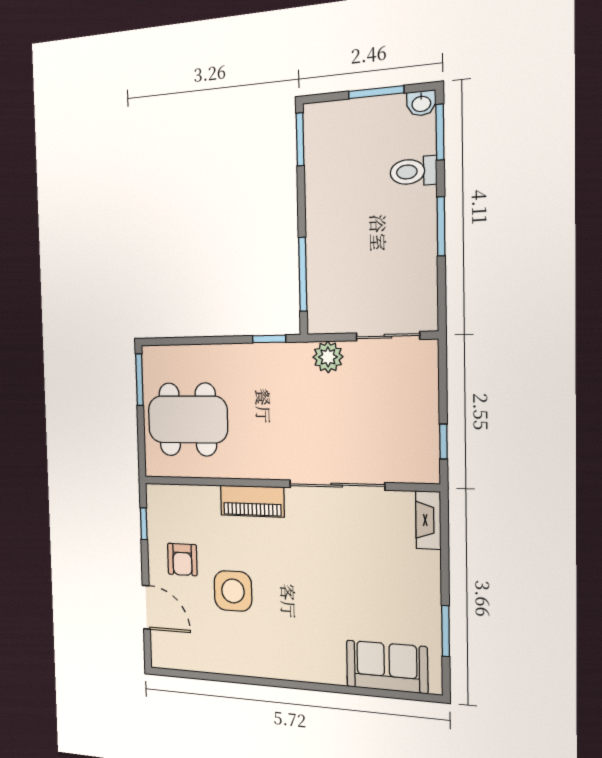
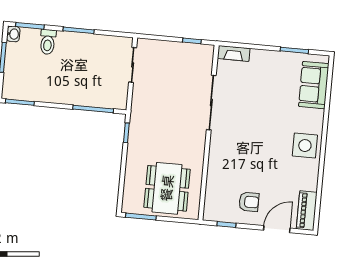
plant: (328, 357) -> (140, 100), removed
piano: (252, 501) -> (307, 211), moved, turned 180
side table: (233, 591) -> (305, 146), moved

